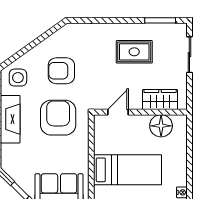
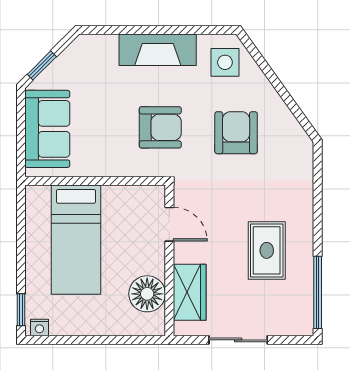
window: (160, 20) -> (318, 292), width x1.44
sliding door: (189, 55) -> (238, 340), moved
armchair: (58, 118) -> (160, 127), width x0.73, depth x0.73

